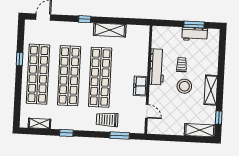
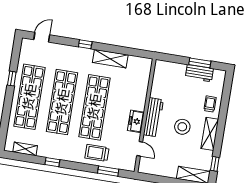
trolley: (182, 65) -> (210, 104), moved
workbench: (157, 67) -> (153, 117), moved

